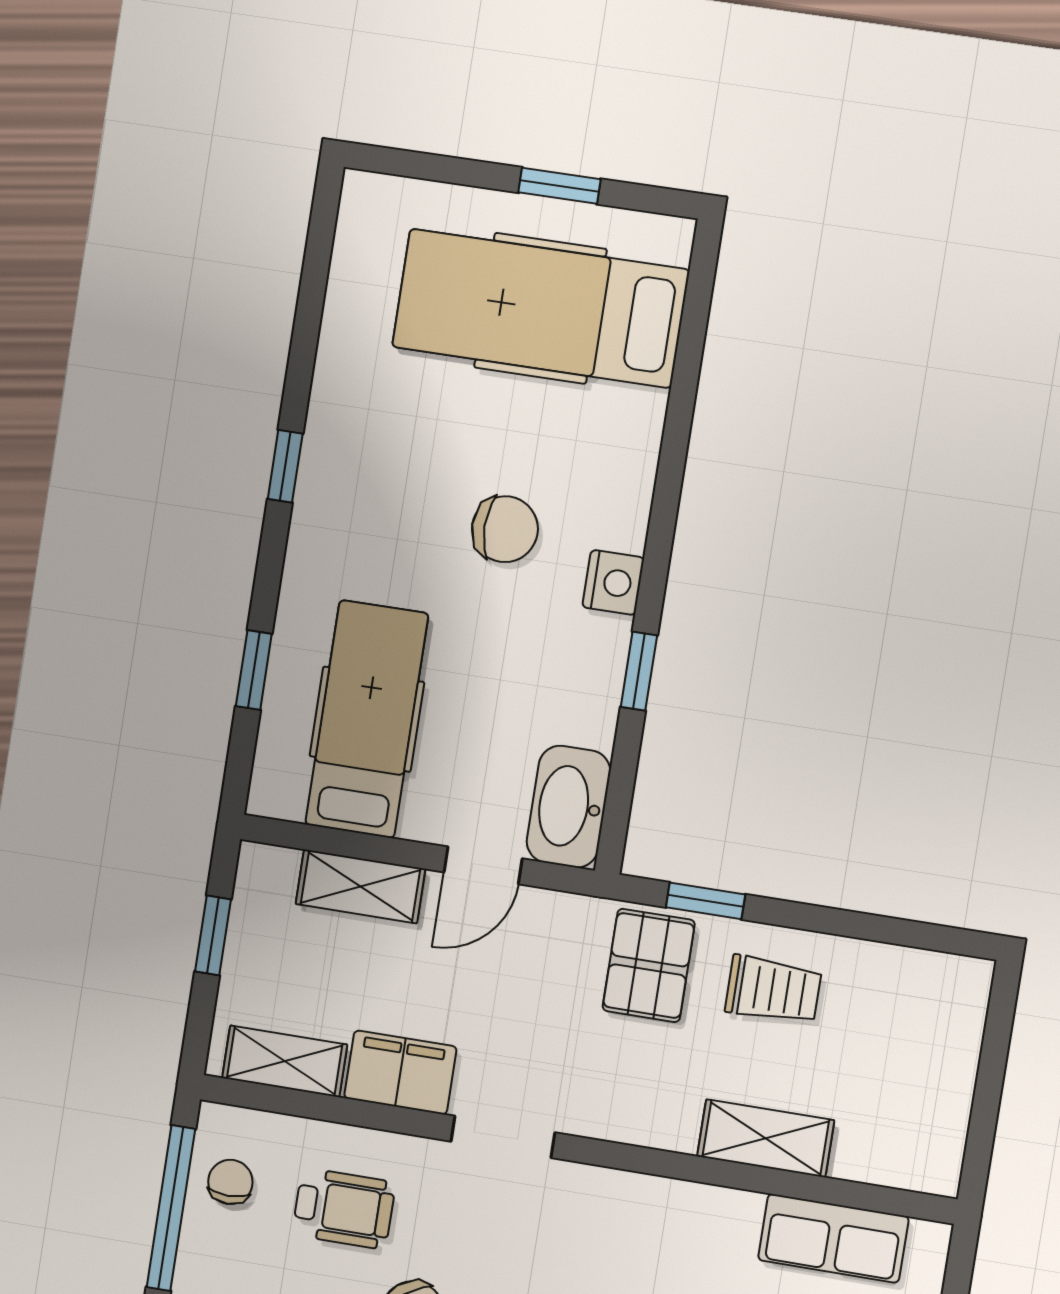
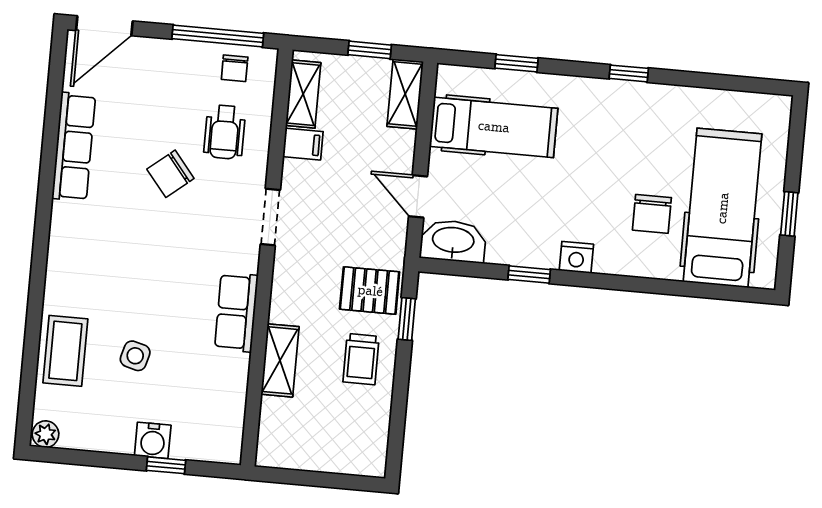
chair: (505, 529) -> (652, 214), moved
shelving: (360, 886) -> (405, 94), moved
filing cabinet: (400, 1072) -> (303, 144), width x0.50
chair: (230, 1182) -> (235, 68), turned 90
row of seats: (833, 1238) -> (236, 312), moved

